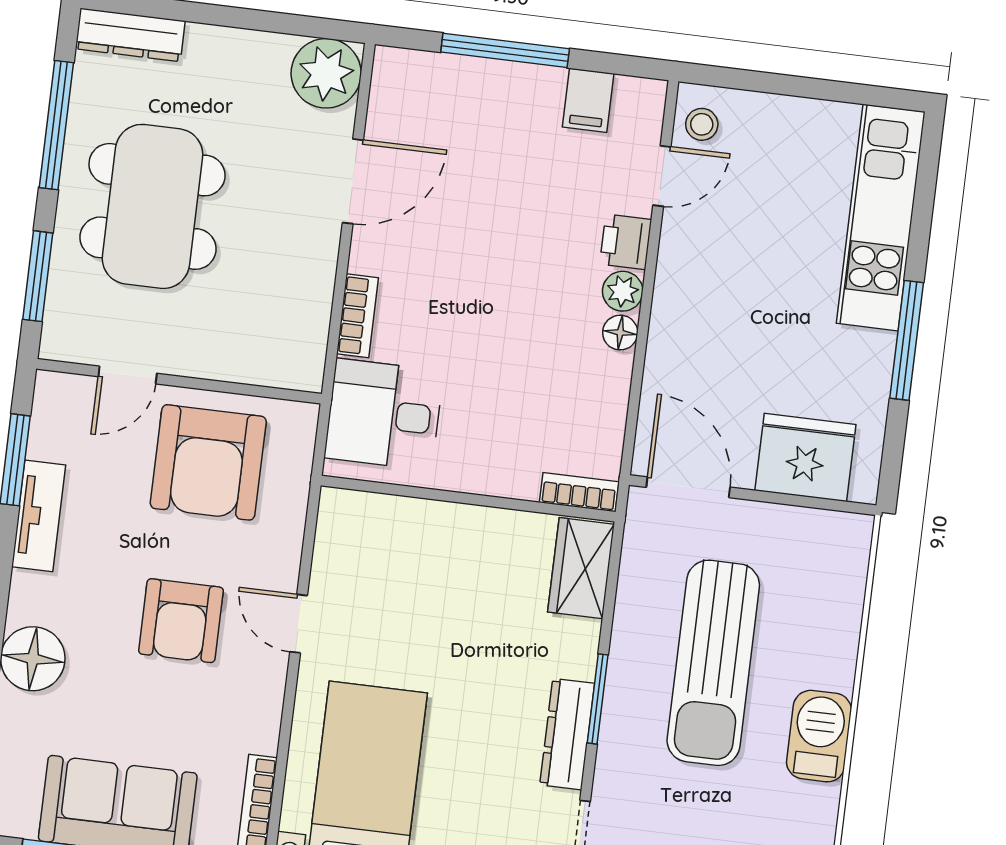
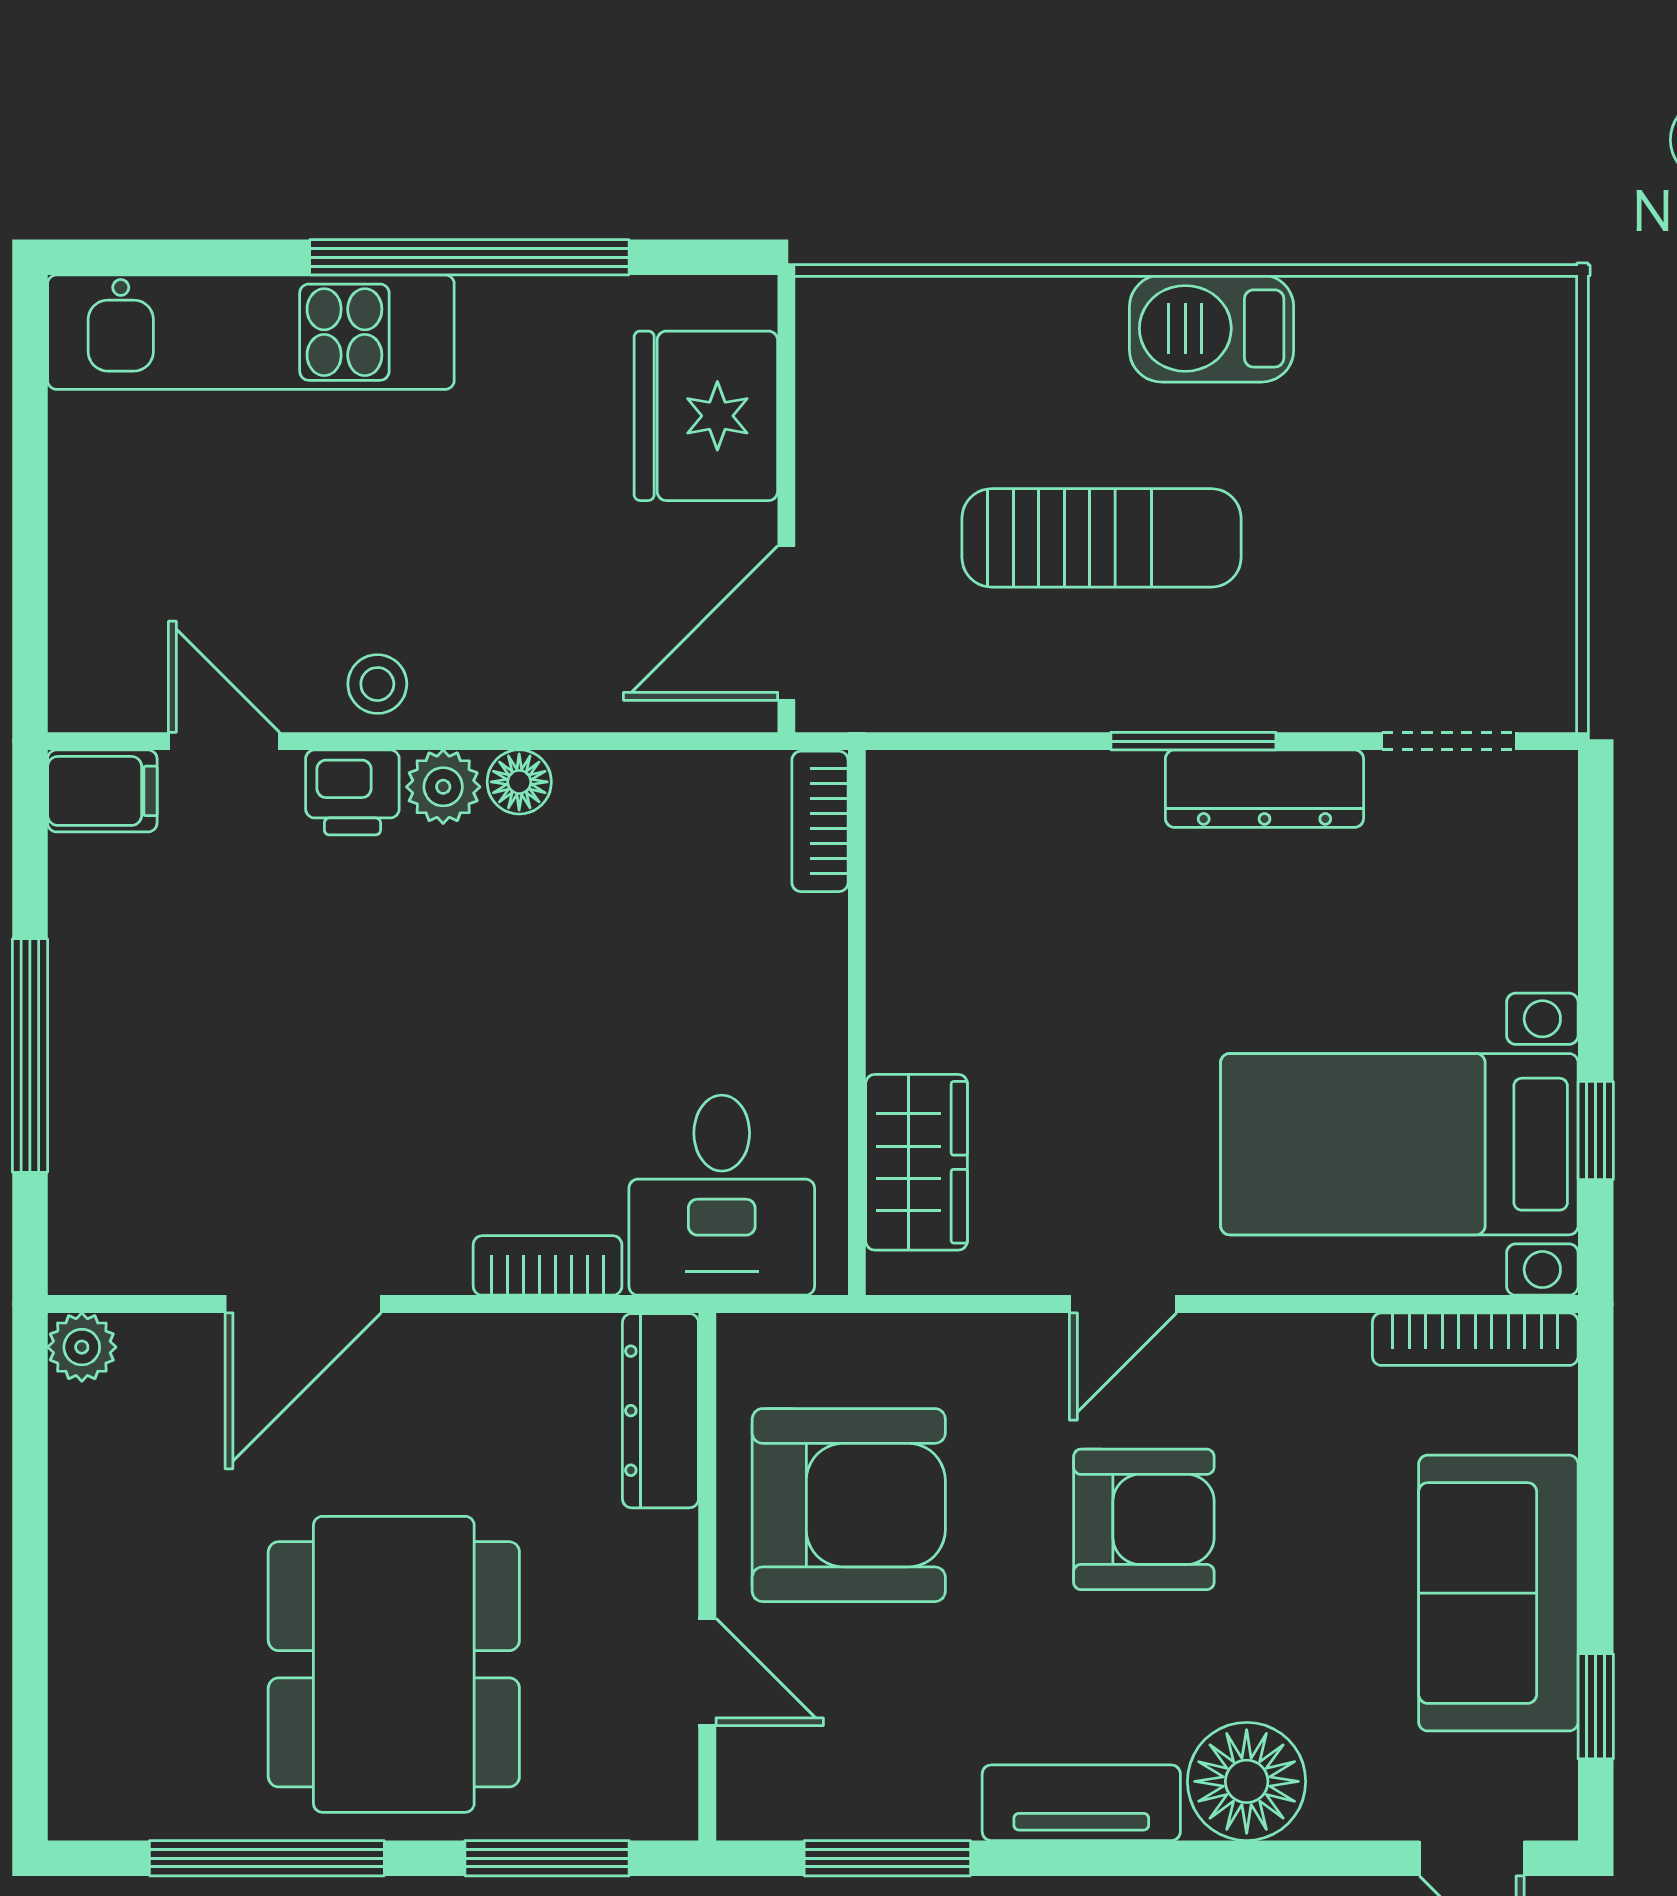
dresser: (130, 35) -> (660, 1411), moved, turned 180
plant: (326, 73) -> (82, 1347), width x0.53, depth x0.53
filing cabinet: (588, 100) -> (102, 791), moved
stool: (702, 124) -> (377, 684), moved
door: (353, 181) -> (303, 1304), swing flipped
dining table: (153, 206) -> (394, 1664), turned 90
window: (907, 340) -> (469, 257), width x1.46
tv unit: (39, 516) -> (1081, 1803), moved
wardrobe: (581, 568) -> (917, 1162), moved, turned -90
sun lounger: (713, 663) -> (1102, 538), width x0.73, depth x0.75

